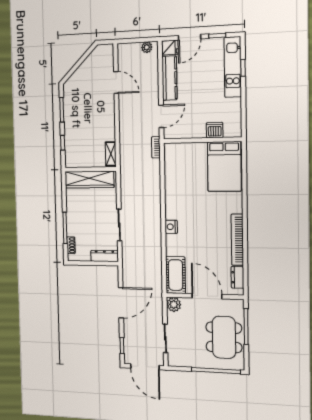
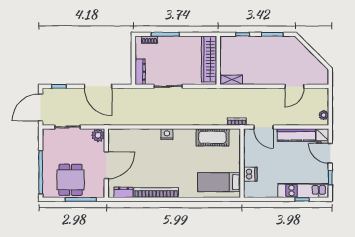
bed: (224, 167) -> (219, 182), width x0.67
cot: (176, 275) -> (212, 137), moved
dining table: (224, 337) -> (71, 180), width x0.73

